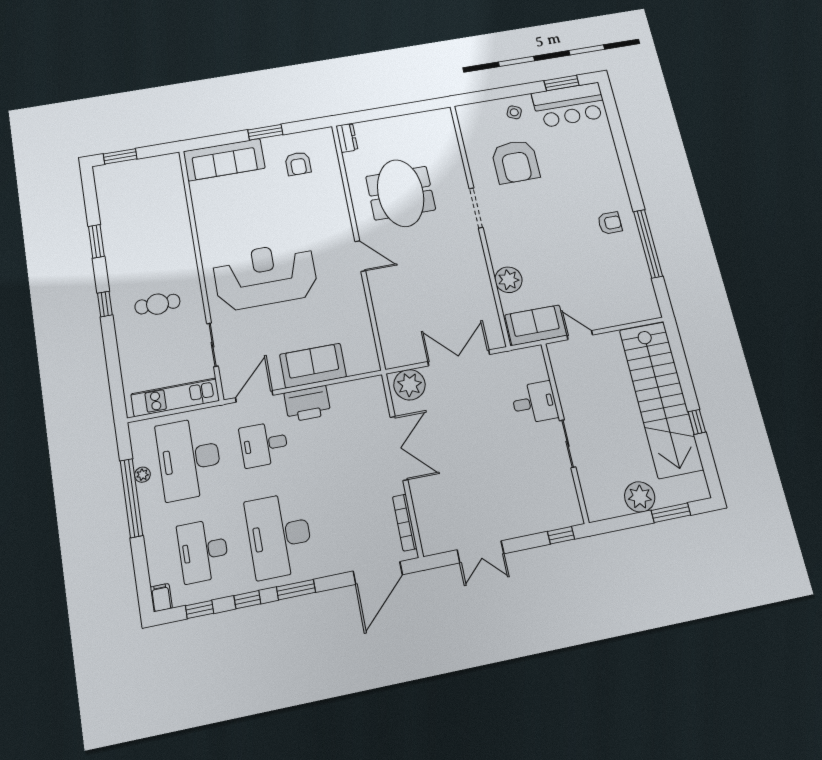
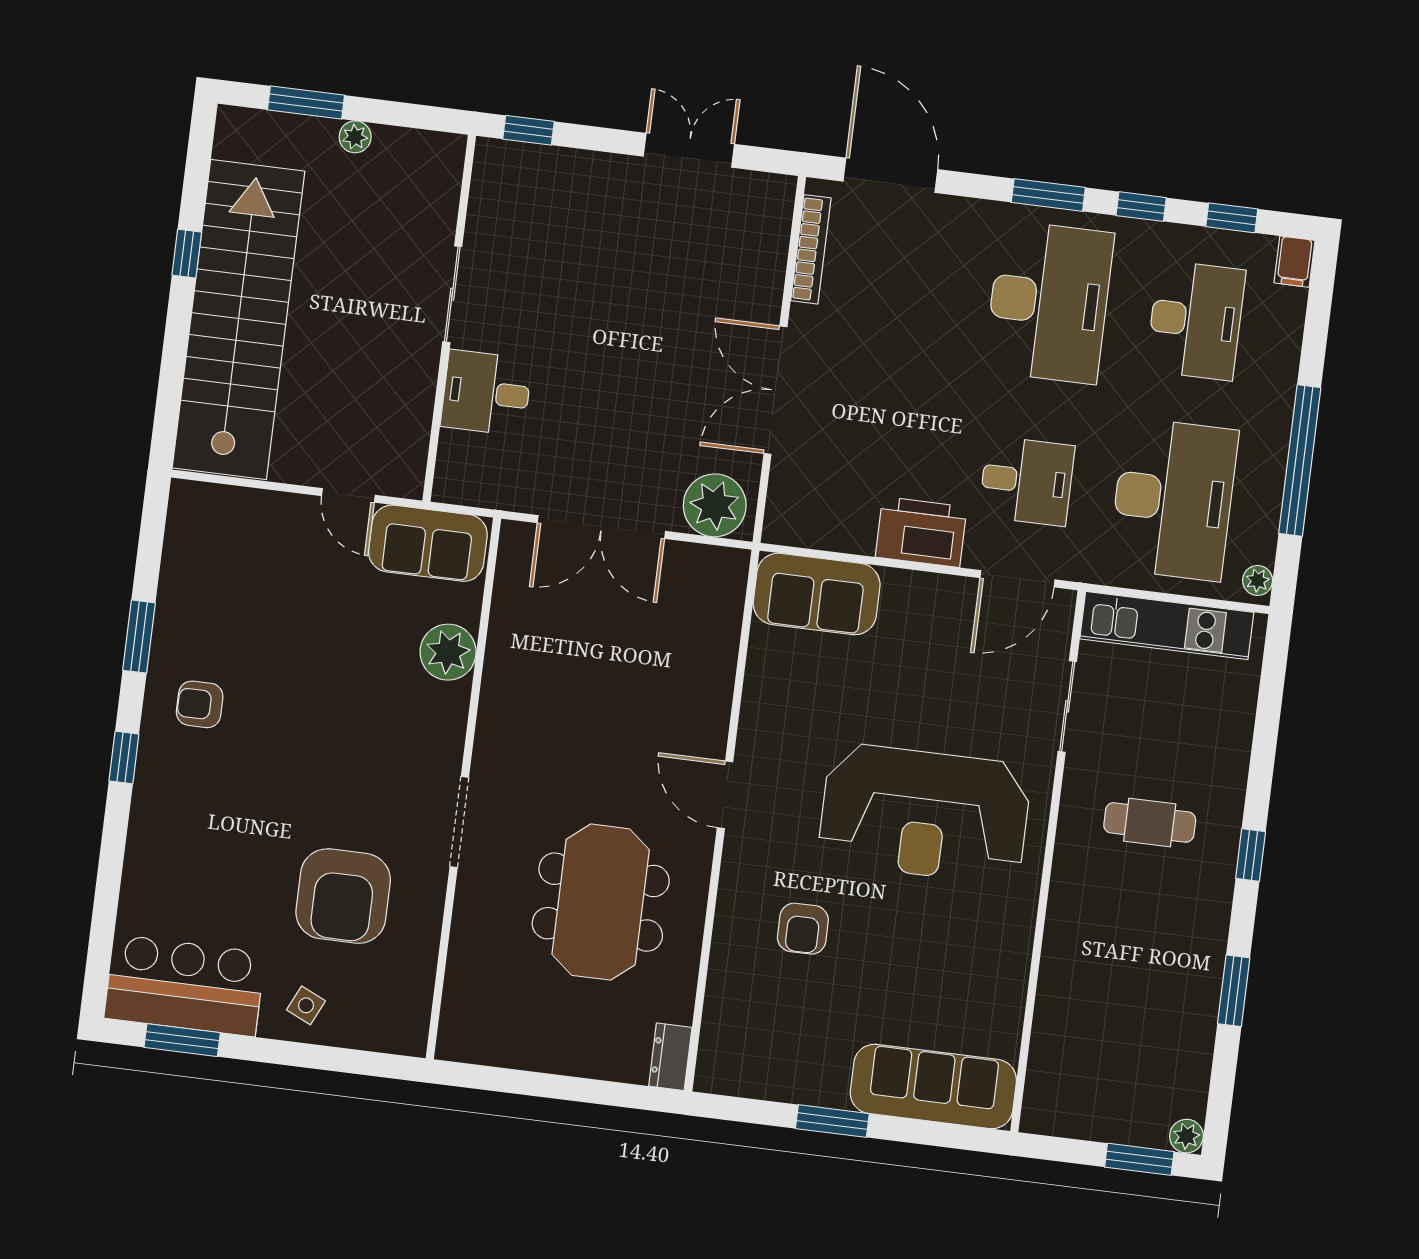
armchair: (515, 162) -> (343, 896), turned 180
armchair: (298, 164) -> (803, 929), moved, turned 180
plant: (101, 172) -> (1186, 1136), added
window: (634, 191) -> (124, 758), added
window: (648, 244) -> (139, 637), width x0.47
sofa: (313, 366) -> (817, 594), moved
plant: (142, 475) -> (1258, 580), moved
plant: (640, 497) -> (355, 137), width x0.53, depth x0.53
door: (378, 573) -> (890, 175), hinge flipped

